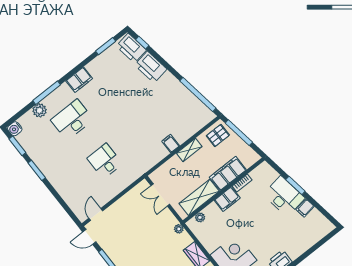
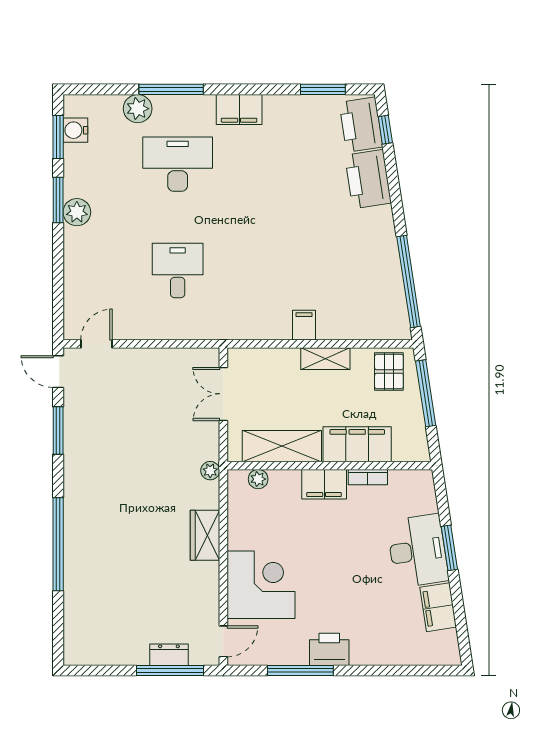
water cooler: (15, 129) -> (75, 130), moved
pallet: (218, 135) -> (389, 372), turned 90
plant: (48, 169) -> (77, 212), added
filing cabinet: (305, 208) -> (438, 607), width x2.00

